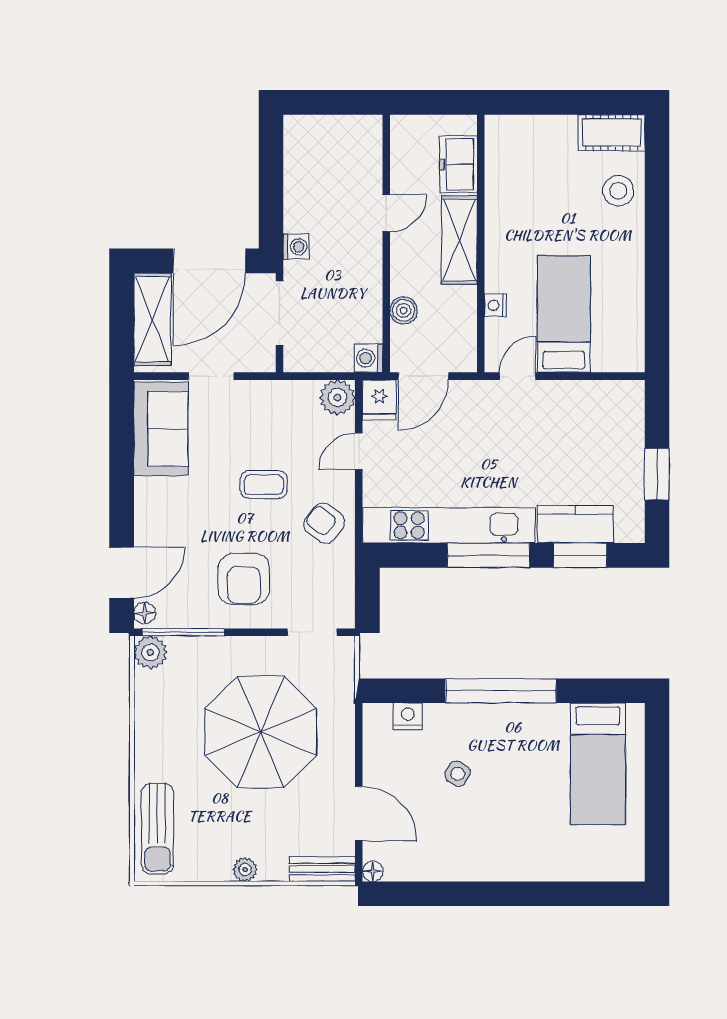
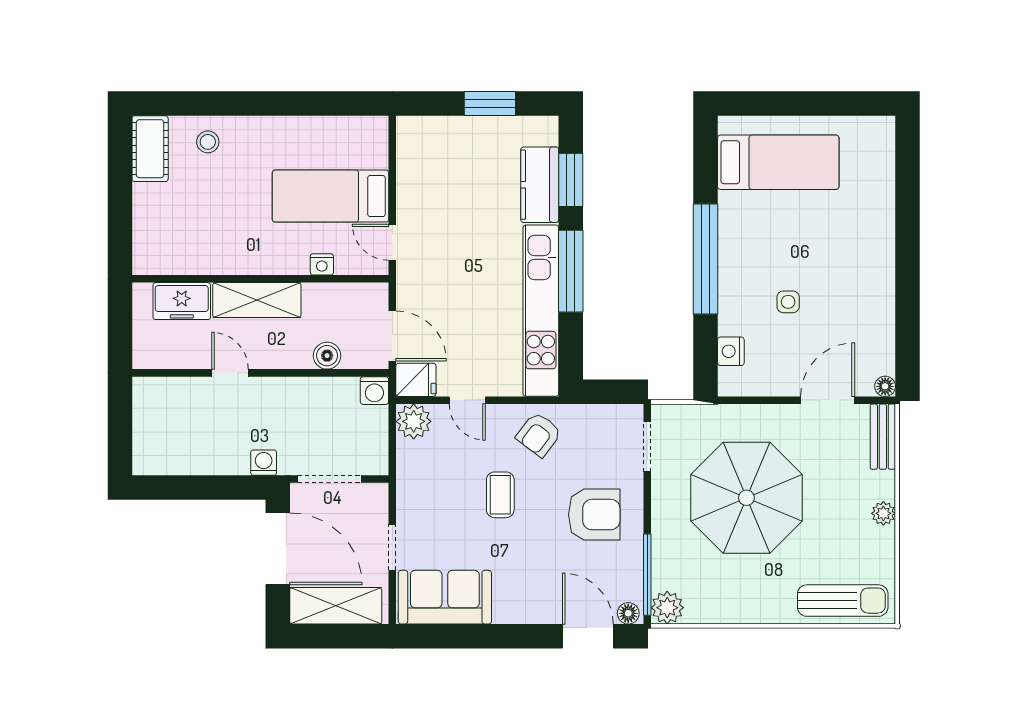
stool: (618, 191) -> (208, 142), width x0.73, depth x0.73
side table: (458, 774) -> (788, 302), turned -30

